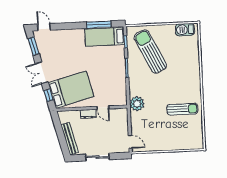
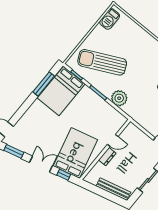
bed: (105, 37) -> (61, 91), width x1.50
double door: (42, 73) -> (41, 164), swing flipped
plant: (137, 104) -> (119, 98), moved

